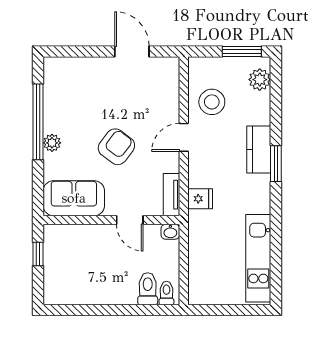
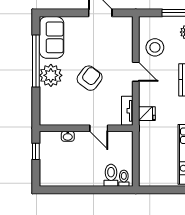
door: (184, 137) -> (136, 72), swing flipped
plant: (52, 143) -> (51, 75), width x1.88, depth x1.88
sofa: (74, 198) -> (52, 37), moved, turned 90
washbasin: (170, 232) -> (68, 136), moved

